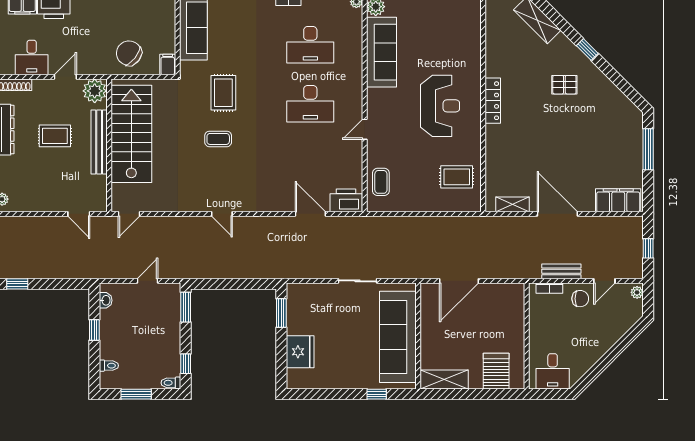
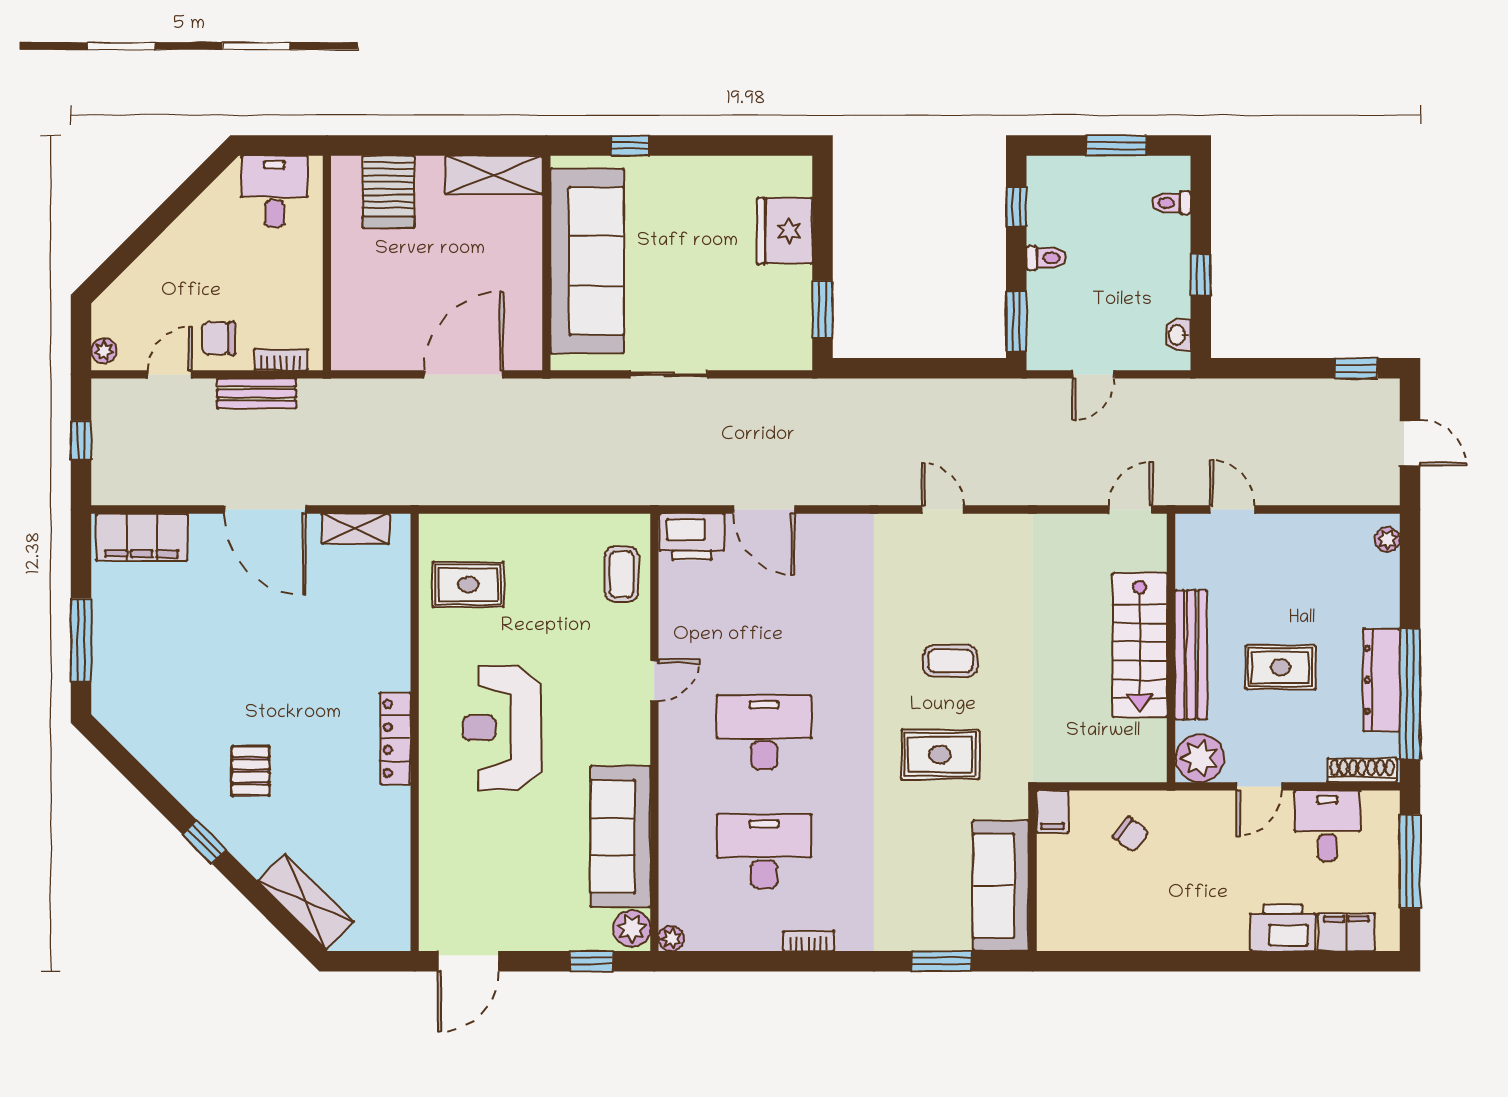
chair: (129, 53) -> (1131, 835), width x0.54, depth x0.54
pallet: (564, 85) -> (250, 771), turned 90
rug: (223, 93) -> (940, 755), turned 90
stairs: (131, 134) -> (1140, 645), width x0.73, depth x0.66
toilet: (171, 383) -> (1046, 258), moved

